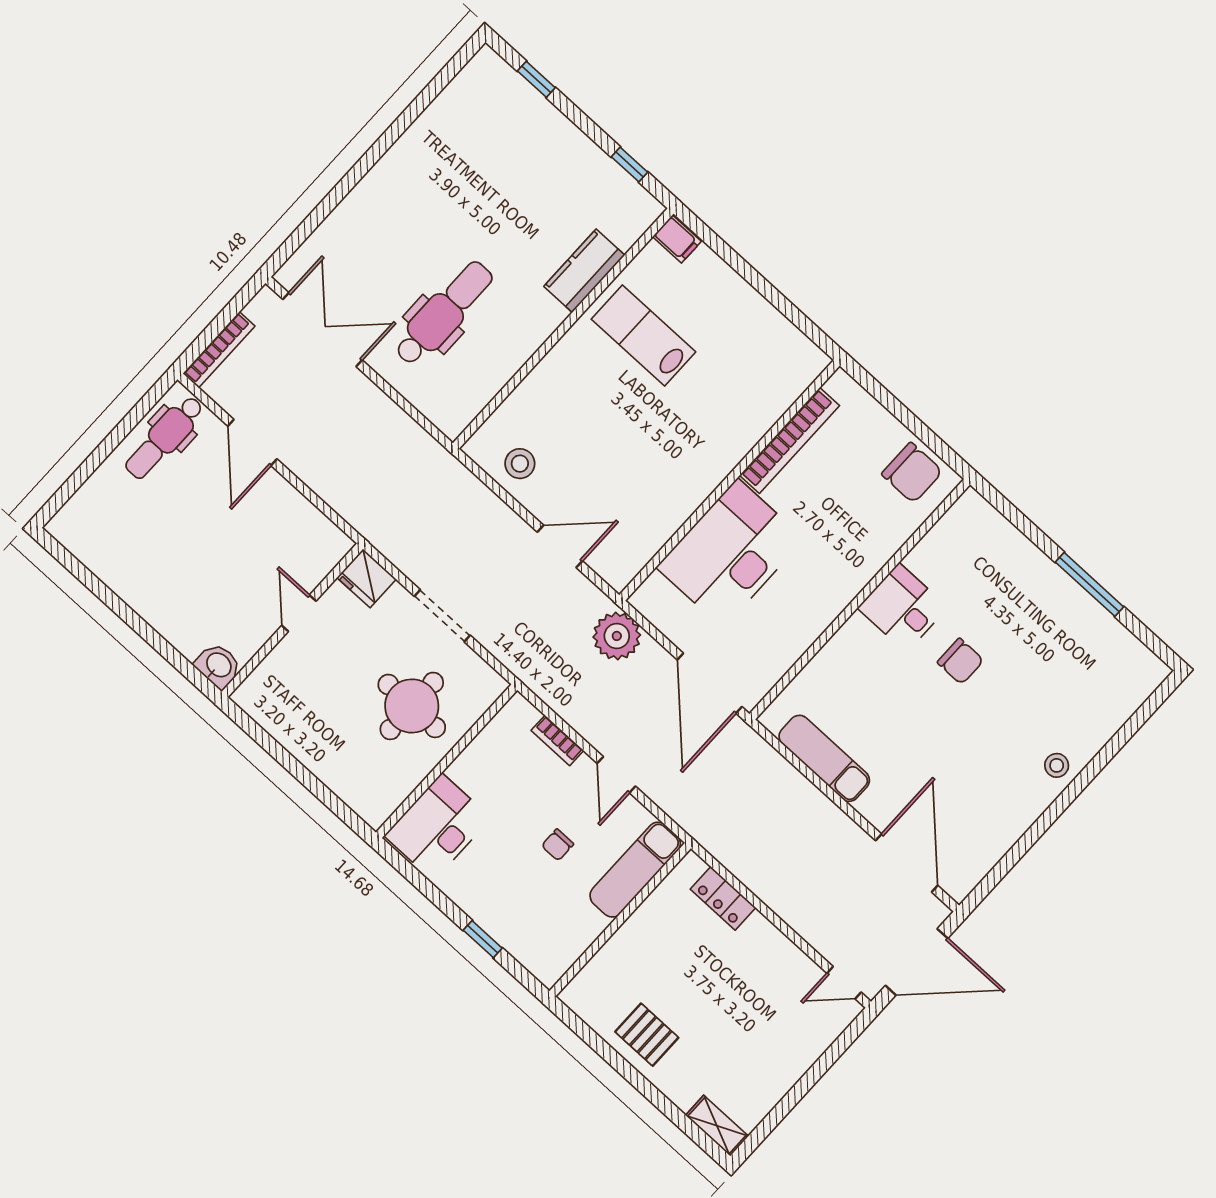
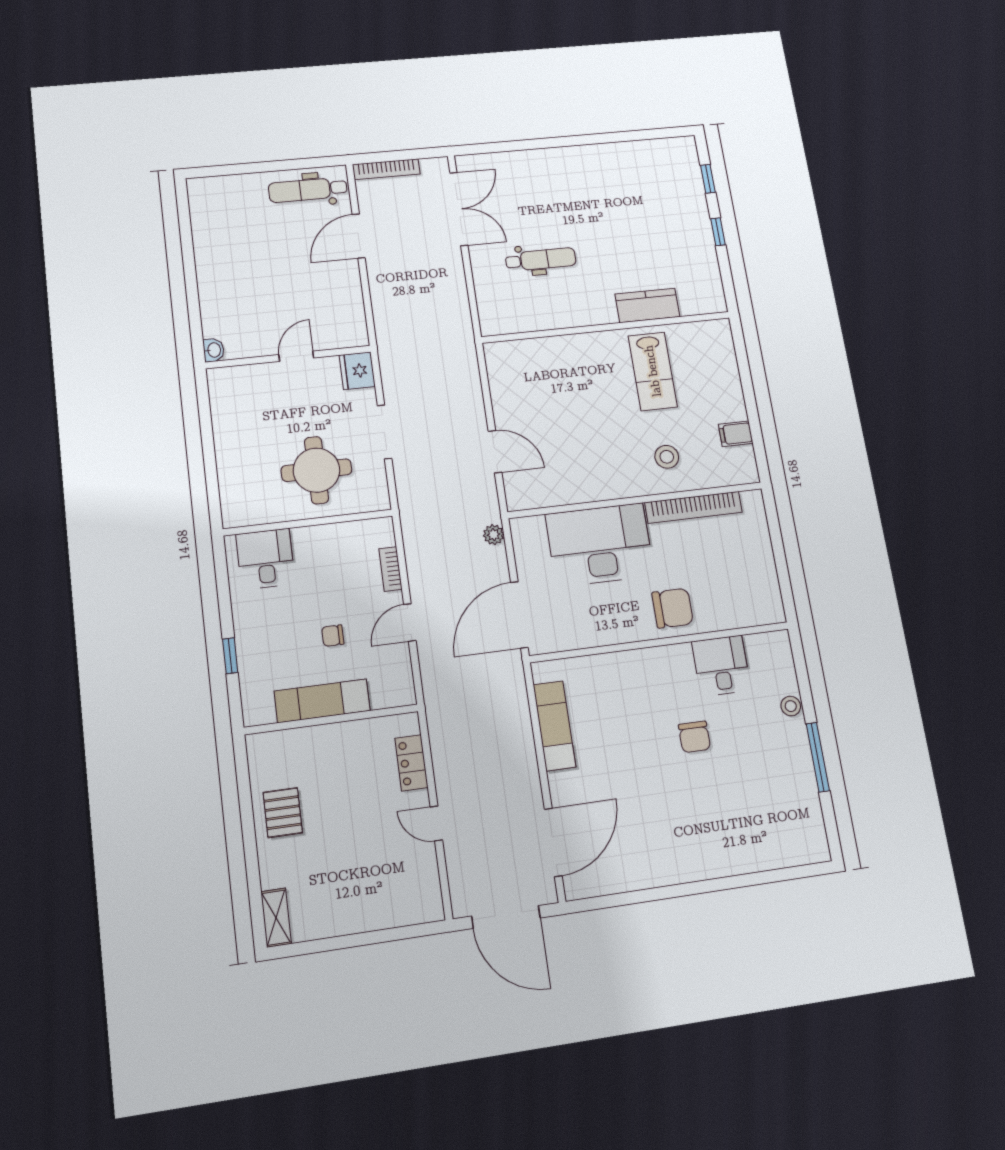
window: (630, 164) -> (718, 232), moved
filing cabinet: (677, 239) -> (736, 434), moved, turned 90
dental chair: (444, 313) -> (541, 259), width x0.73, depth x0.72
lab bench: (643, 336) -> (653, 371), turned 180
stool: (520, 464) -> (667, 457), moved
chair: (912, 473) -> (673, 608), moved, turned -90
desk: (903, 608) -> (721, 666), moved
plant: (617, 636) -> (494, 535), width x0.53, depth x0.53
washbasin: (218, 666) -> (214, 350), width x0.72, depth x0.69
stool: (1057, 765) -> (791, 706), moved
desk: (438, 827) -> (265, 559), width x0.73
exam couch: (635, 870) -> (322, 701), moved
door: (844, 983) -> (436, 823), moved

